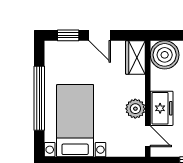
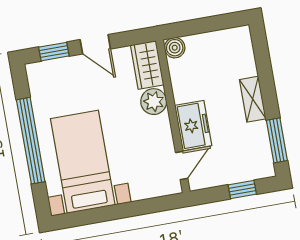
boiler: (165, 55) -> (175, 48), width x0.54, depth x0.54
plant: (135, 109) -> (154, 102), moved
door: (148, 136) -> (182, 165), hinge flipped

